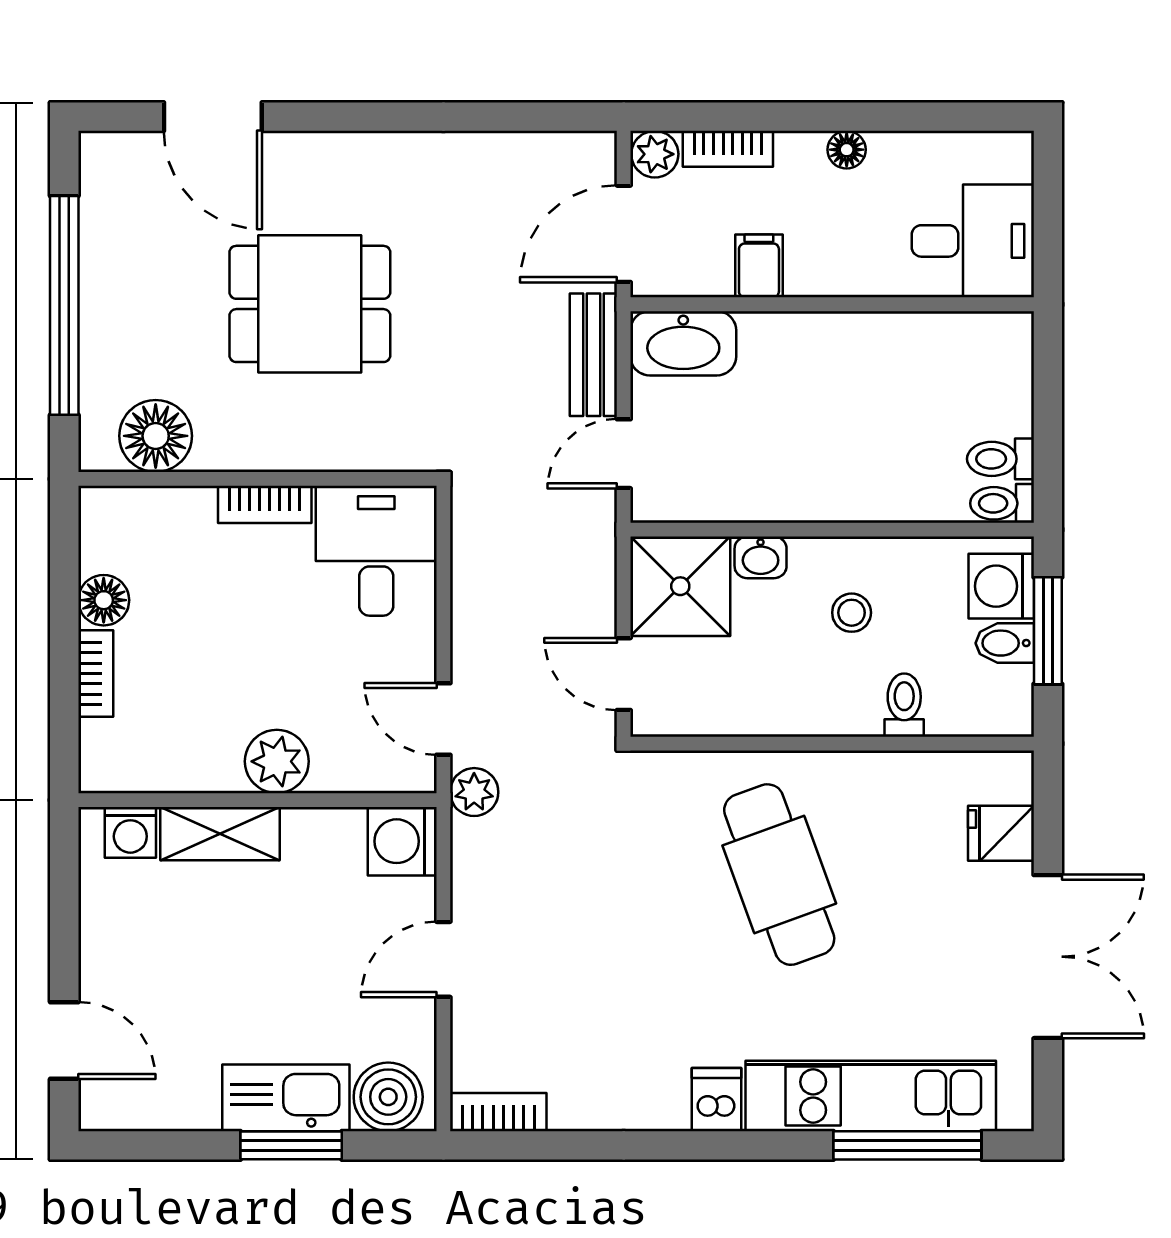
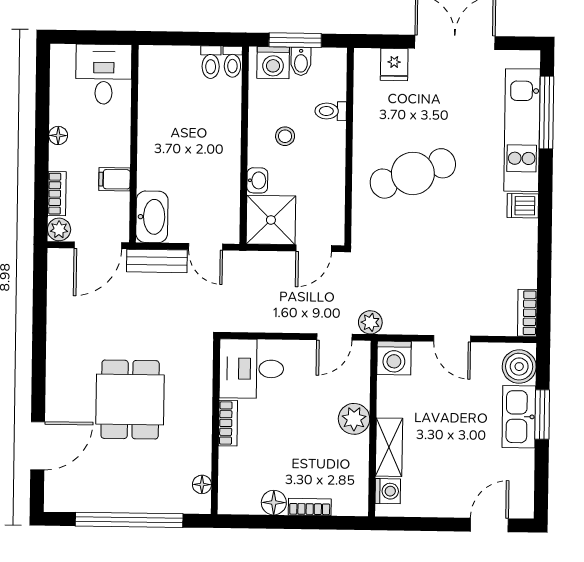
door: (624, 234) -> (98, 245), hinge flipped
floor lamp: (156, 436) -> (202, 484), width x0.53, depth x0.53

